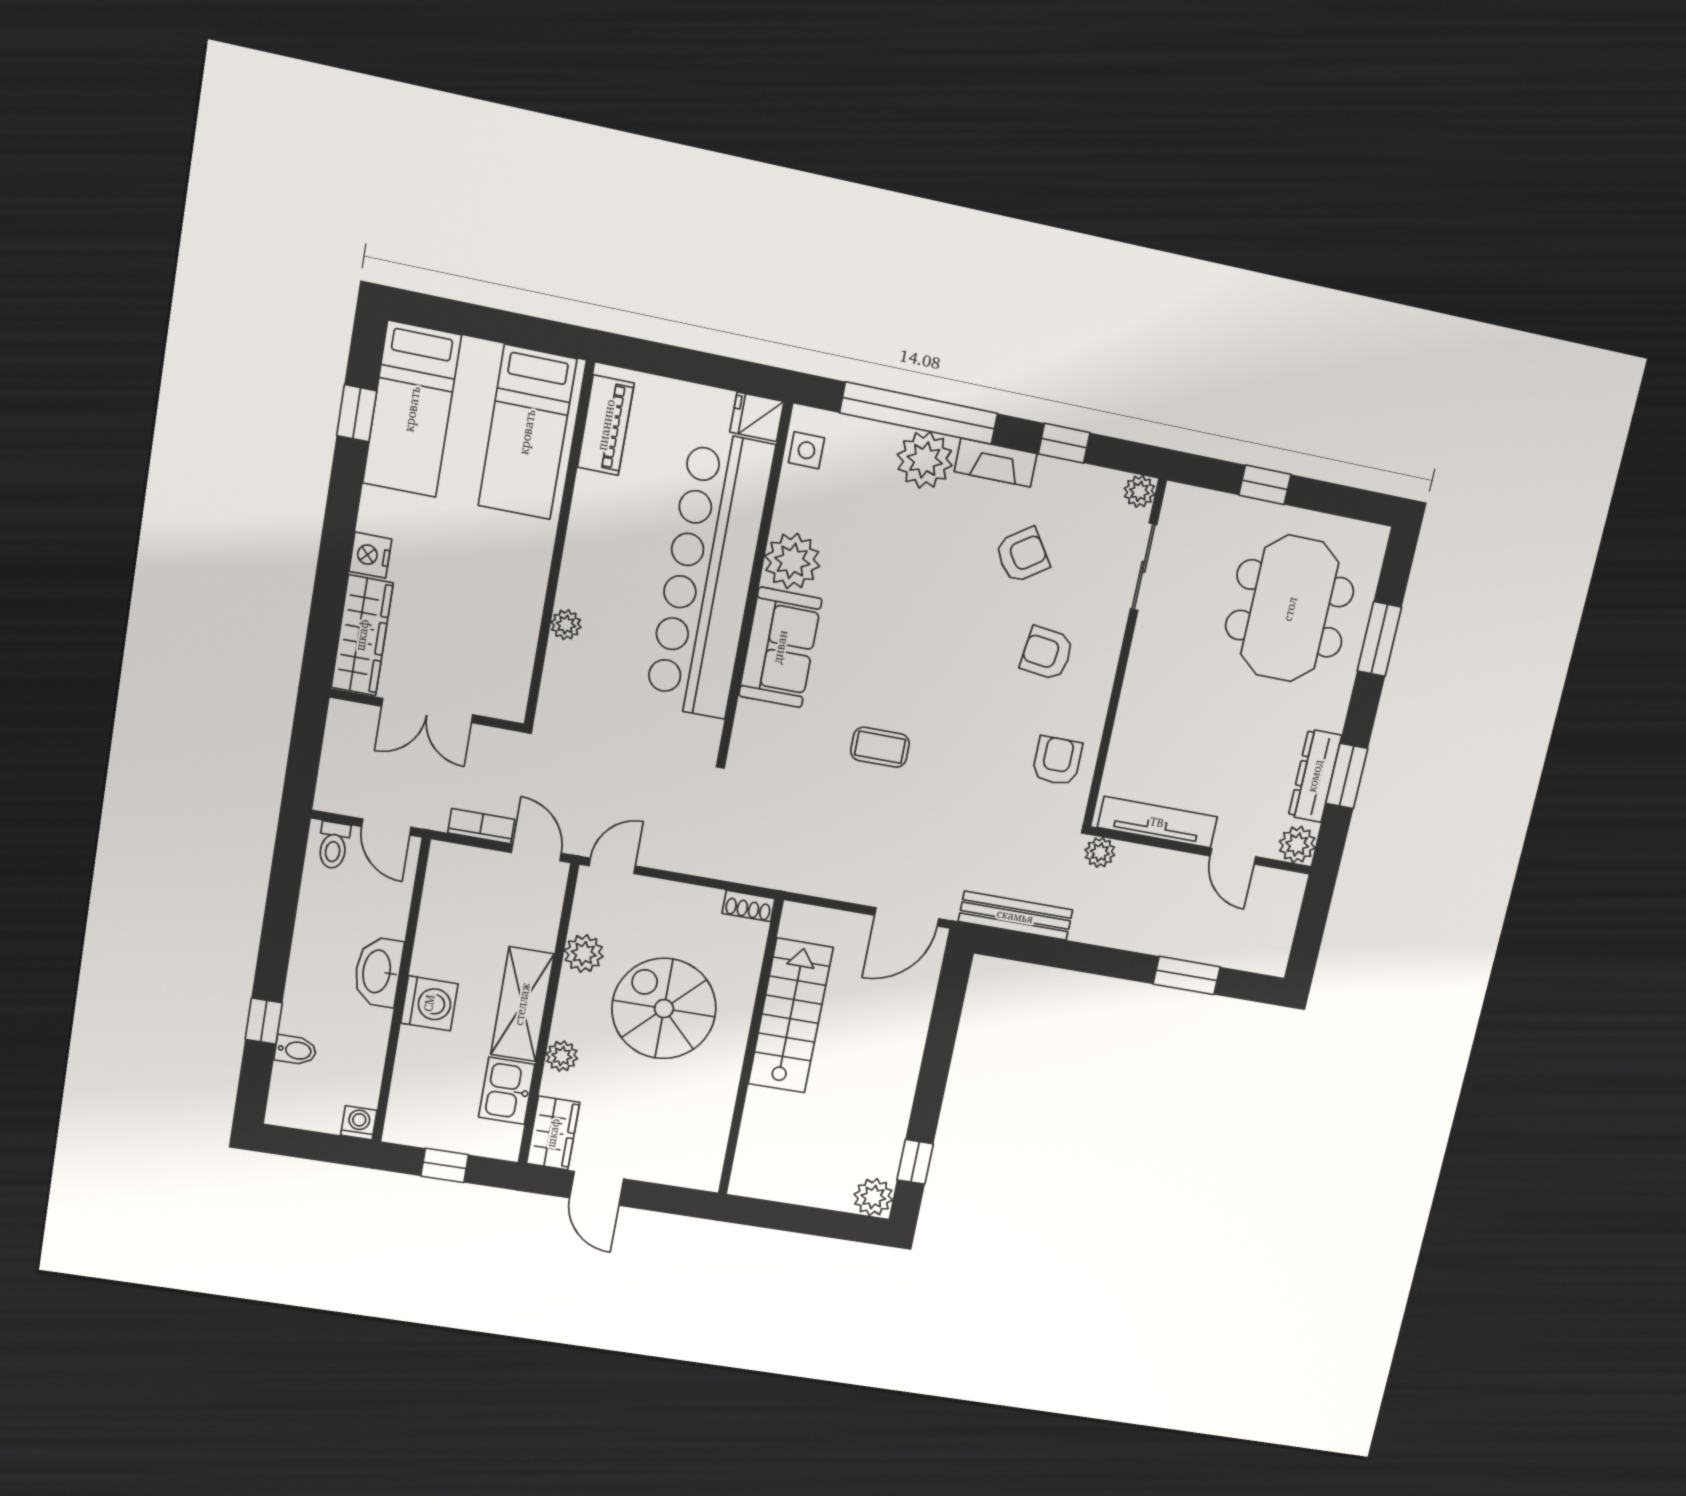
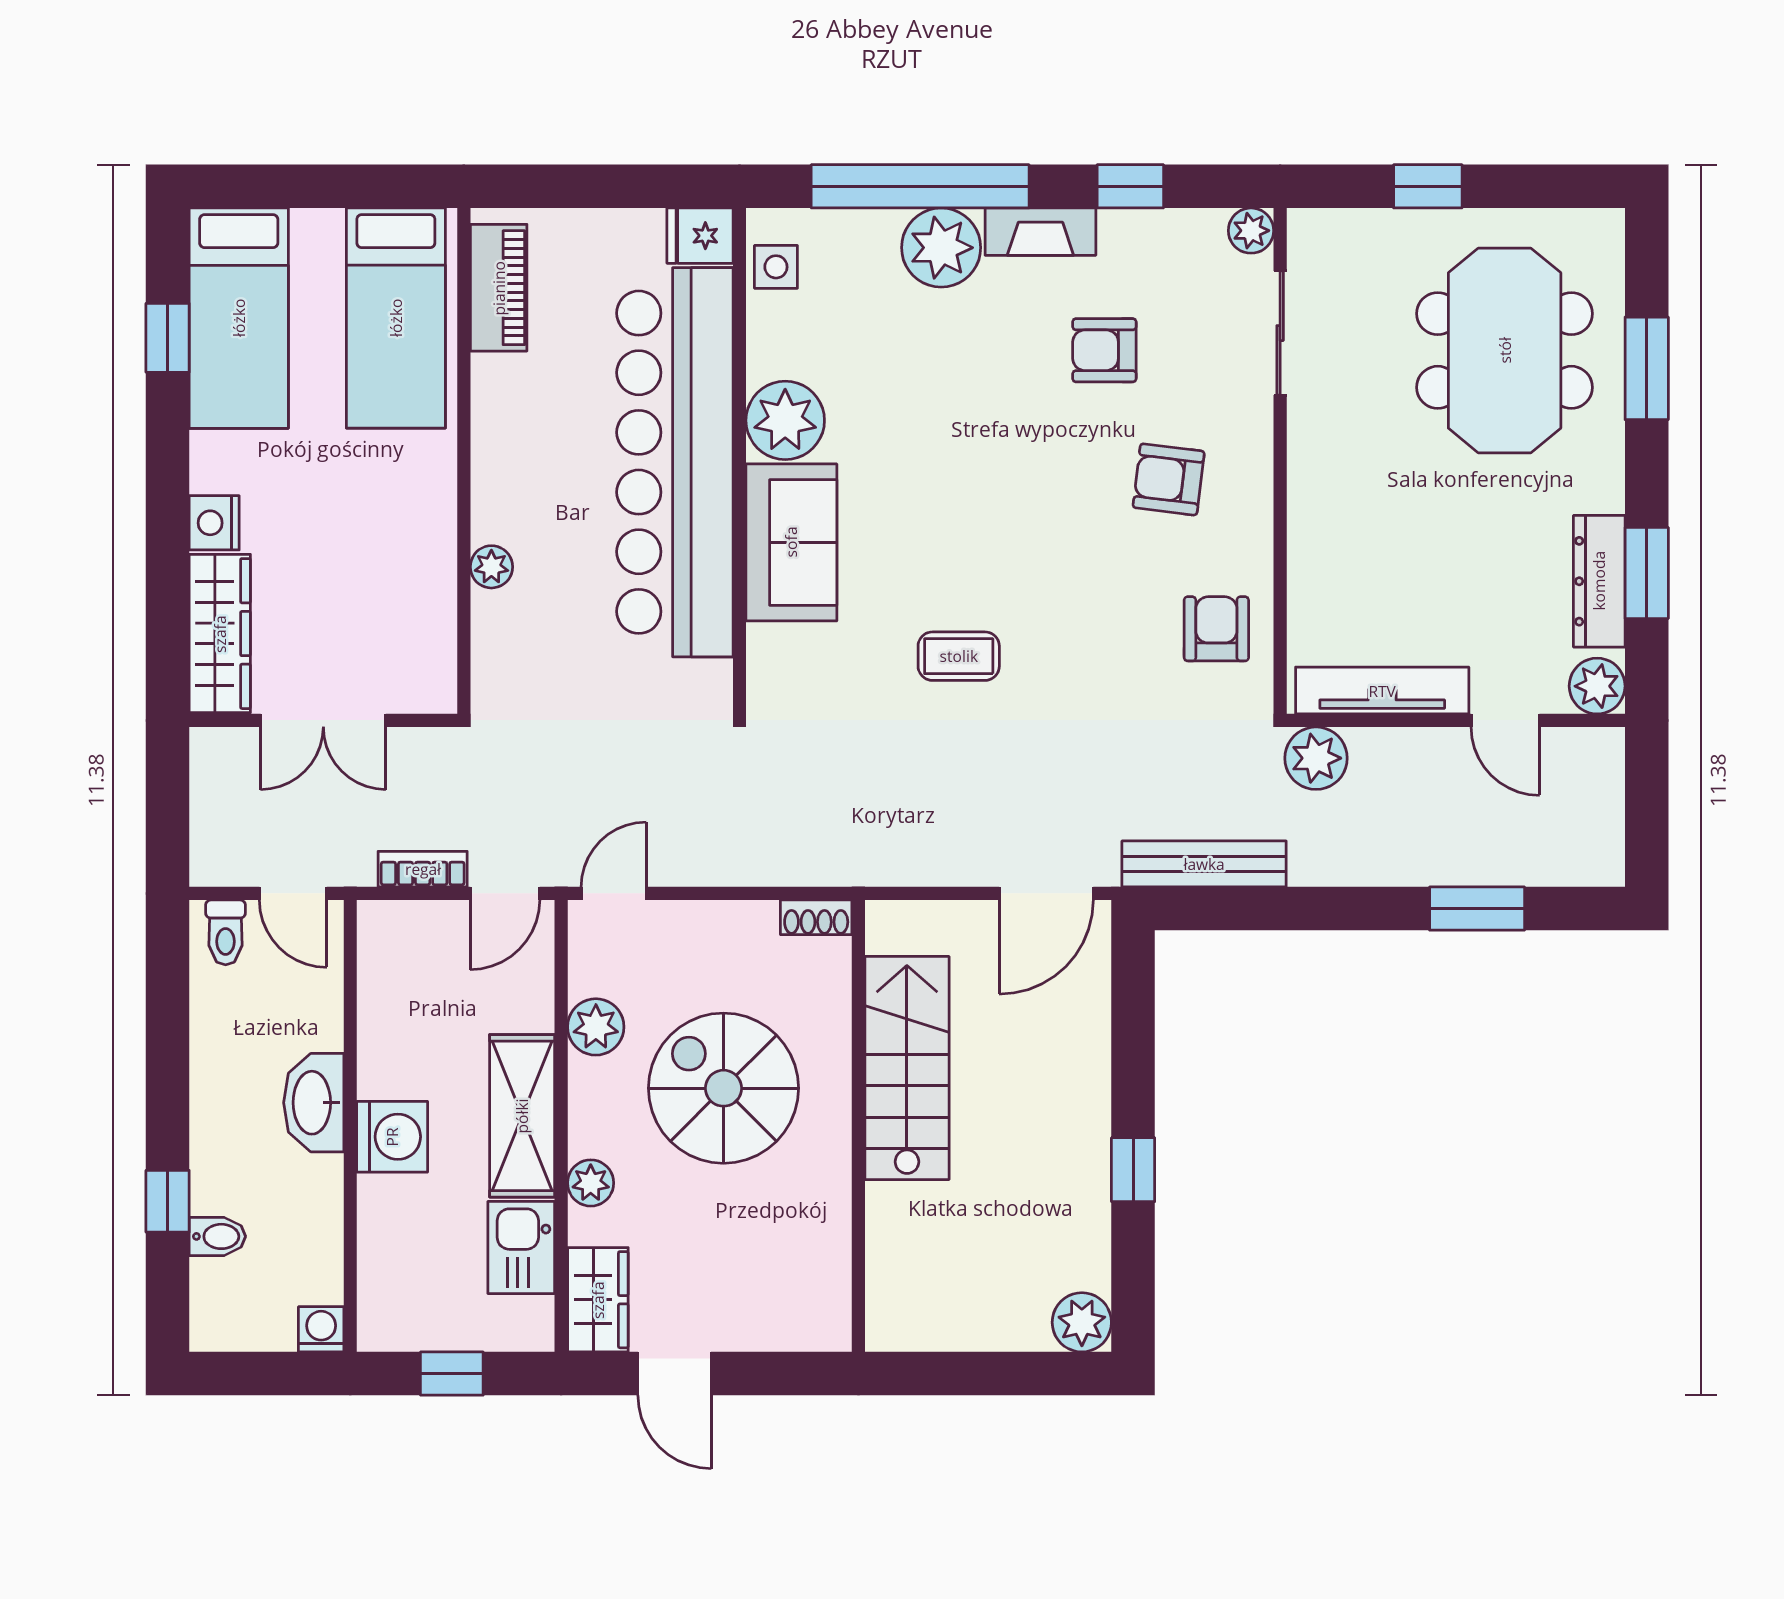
armchair: (1022, 555) -> (1104, 350), turned -146
plant: (1100, 852) -> (1316, 758), width x1.38, depth x1.38
door: (536, 853) -> (505, 893), swing flipped
window: (915, 1162) -> (1133, 1170), moved

